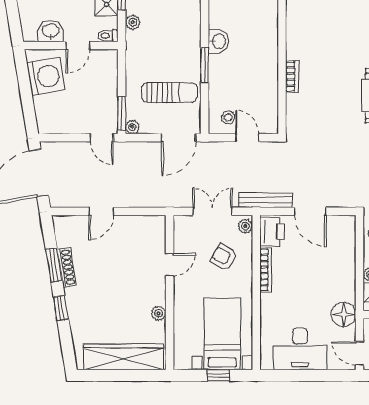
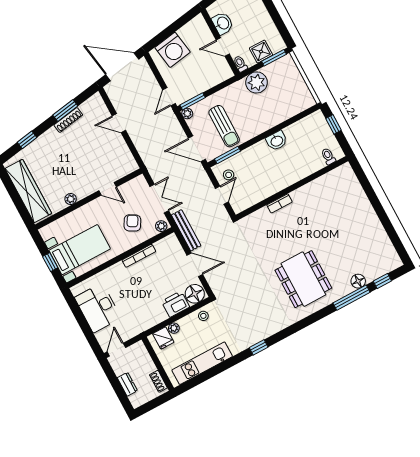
plant: (133, 22) -> (257, 82), width x1.88, depth x1.88
window: (205, 65) -> (227, 155), moved
washing machine: (46, 76) -> (173, 50), moved
door: (310, 211) -> (195, 265), swing flipped
printer: (272, 232) -> (175, 304), moved, turned 180
window: (61, 308) -> (27, 140), moved
floor lamp: (344, 314) -> (195, 294), moved

